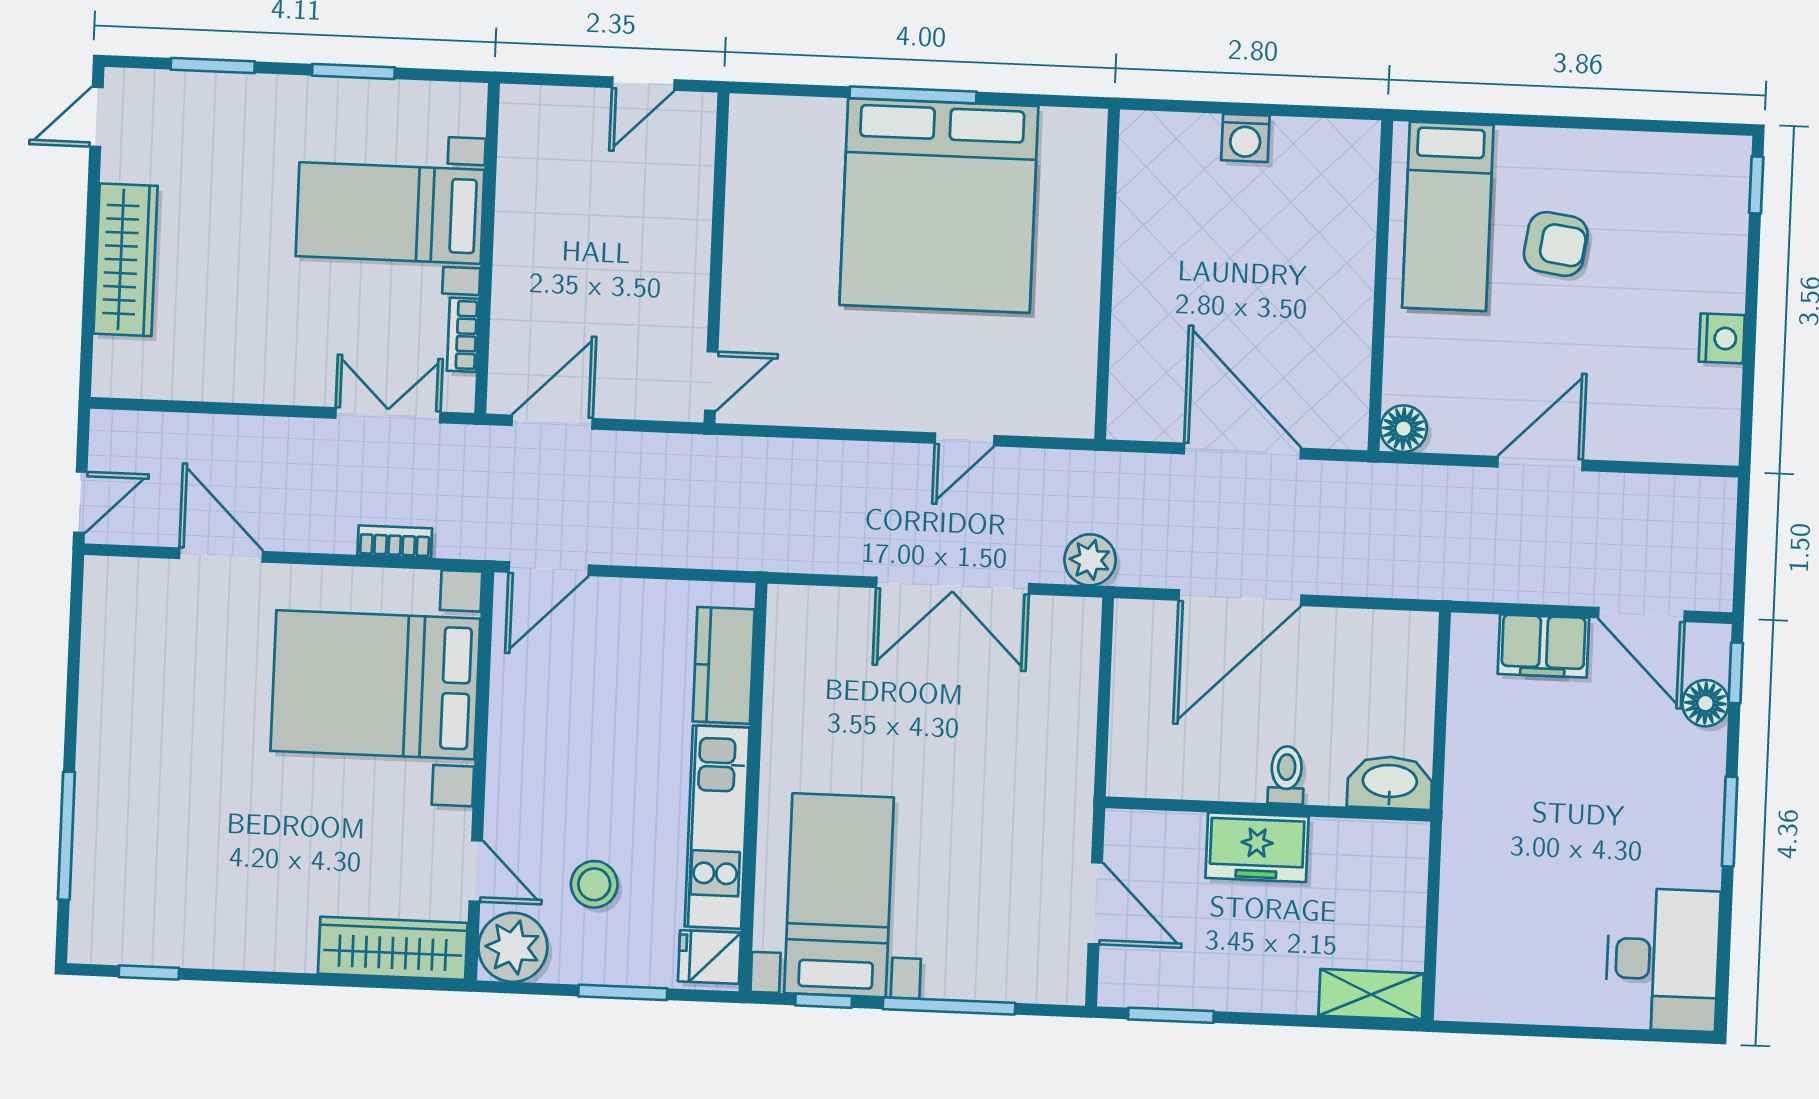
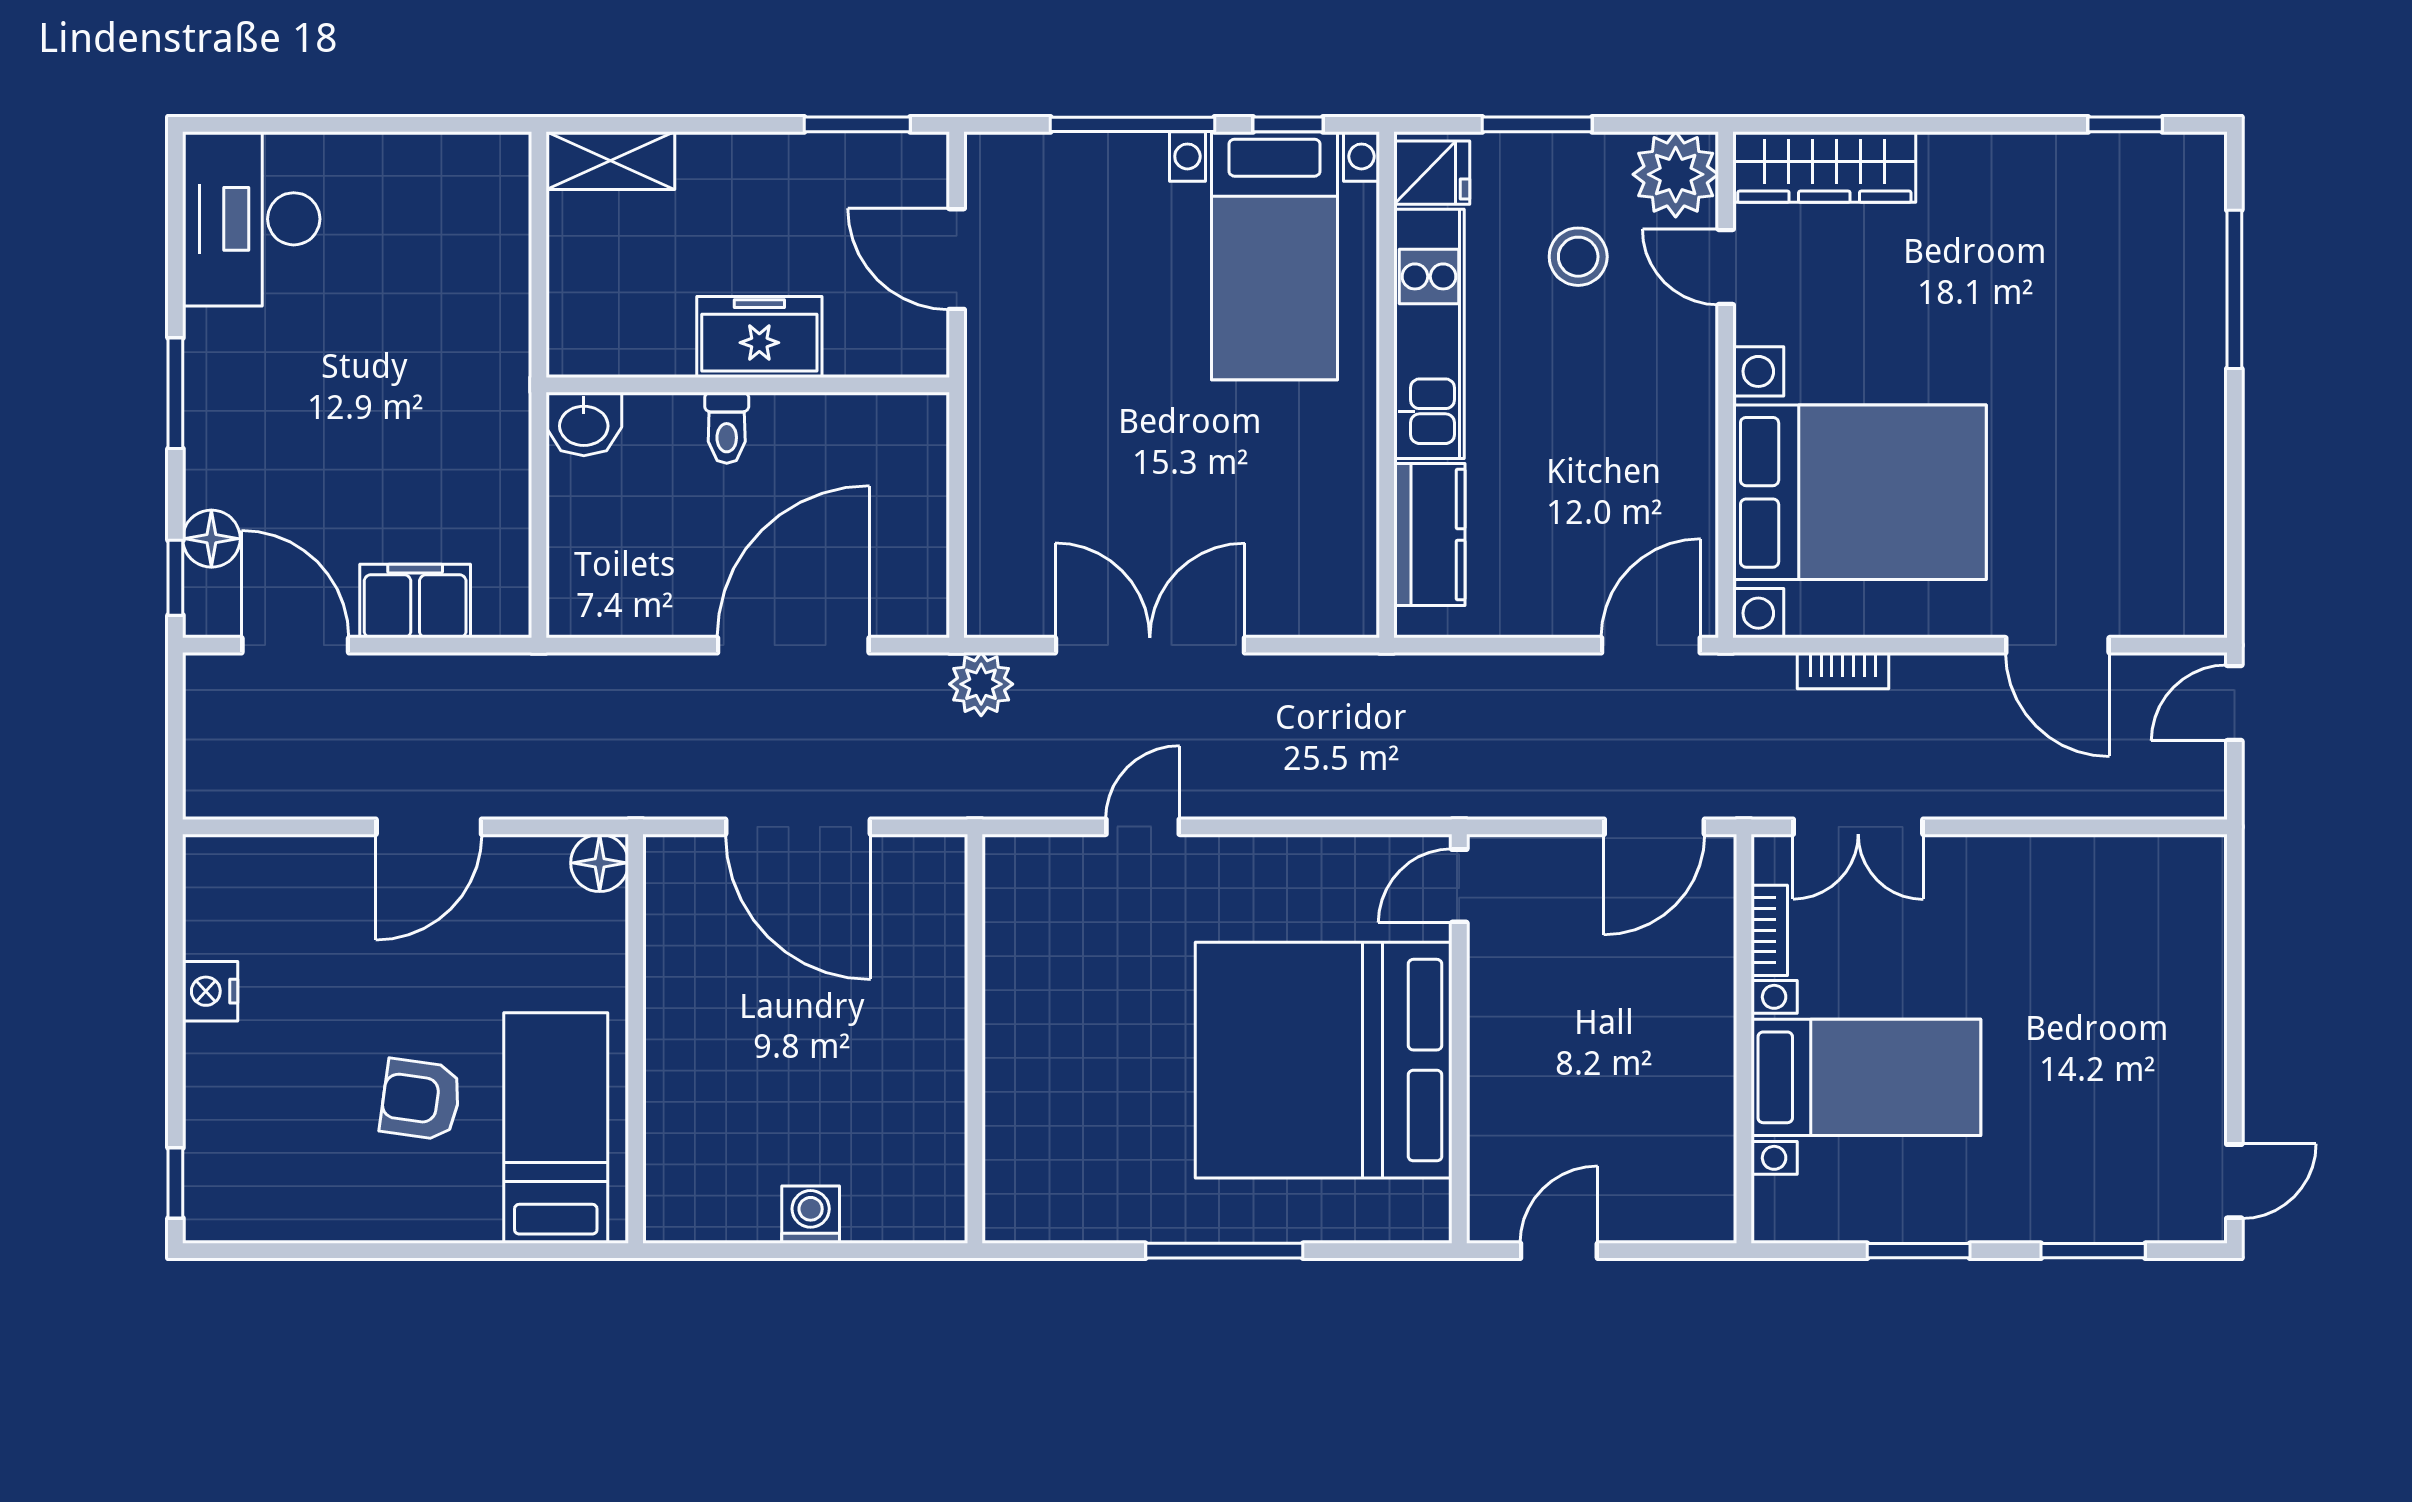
bed: (939, 205) -> (1324, 1060), moved, turned -90
wardrobe: (125, 260) -> (2191, 1006), removed
washbasin: (1390, 783) -> (584, 424), width x0.72

